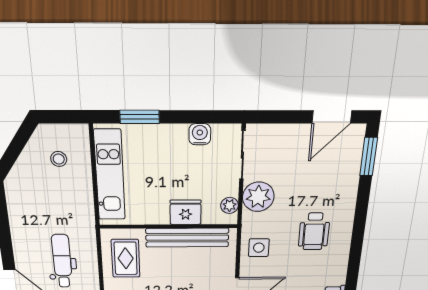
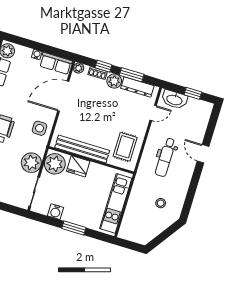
window: (140, 117) -> (74, 228), moved
stool: (59, 159) -> (161, 203), moved
plant: (230, 205) -> (55, 164), width x1.87, depth x1.87

